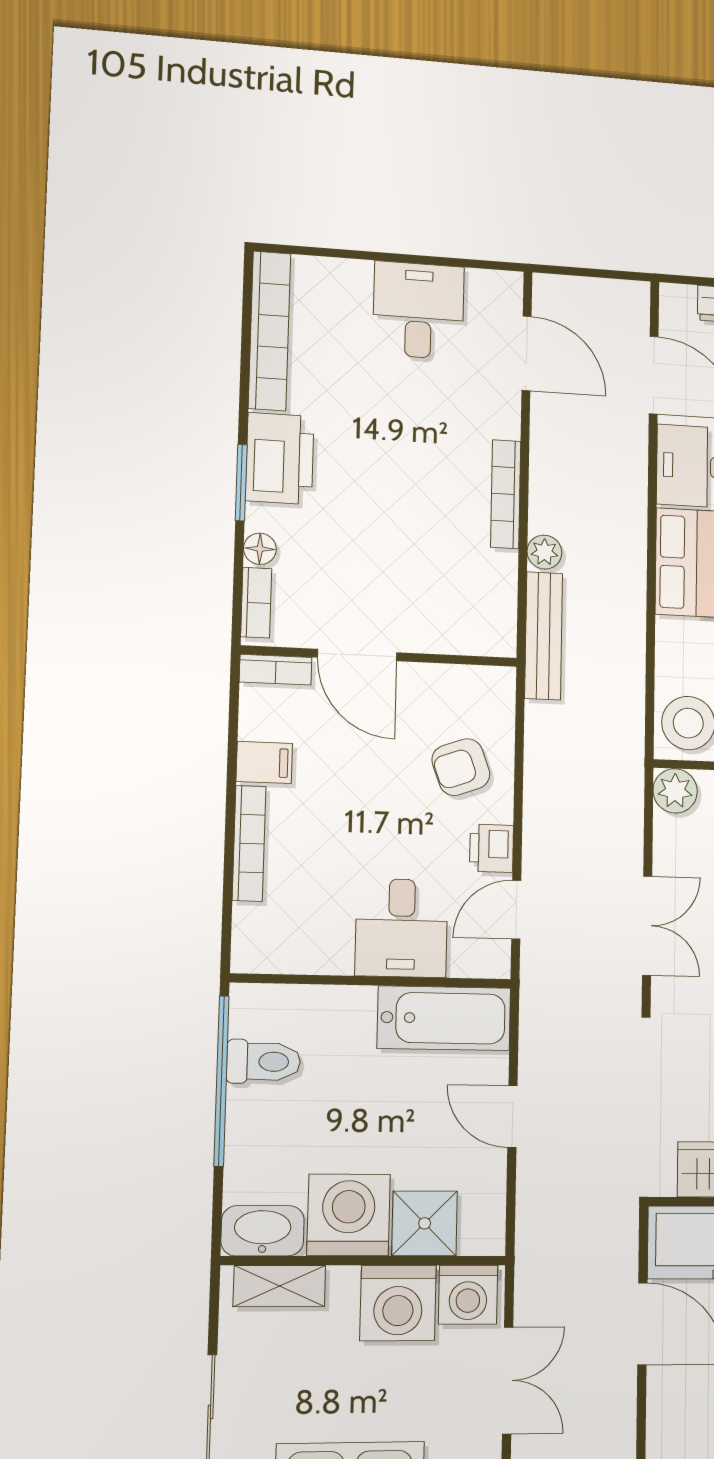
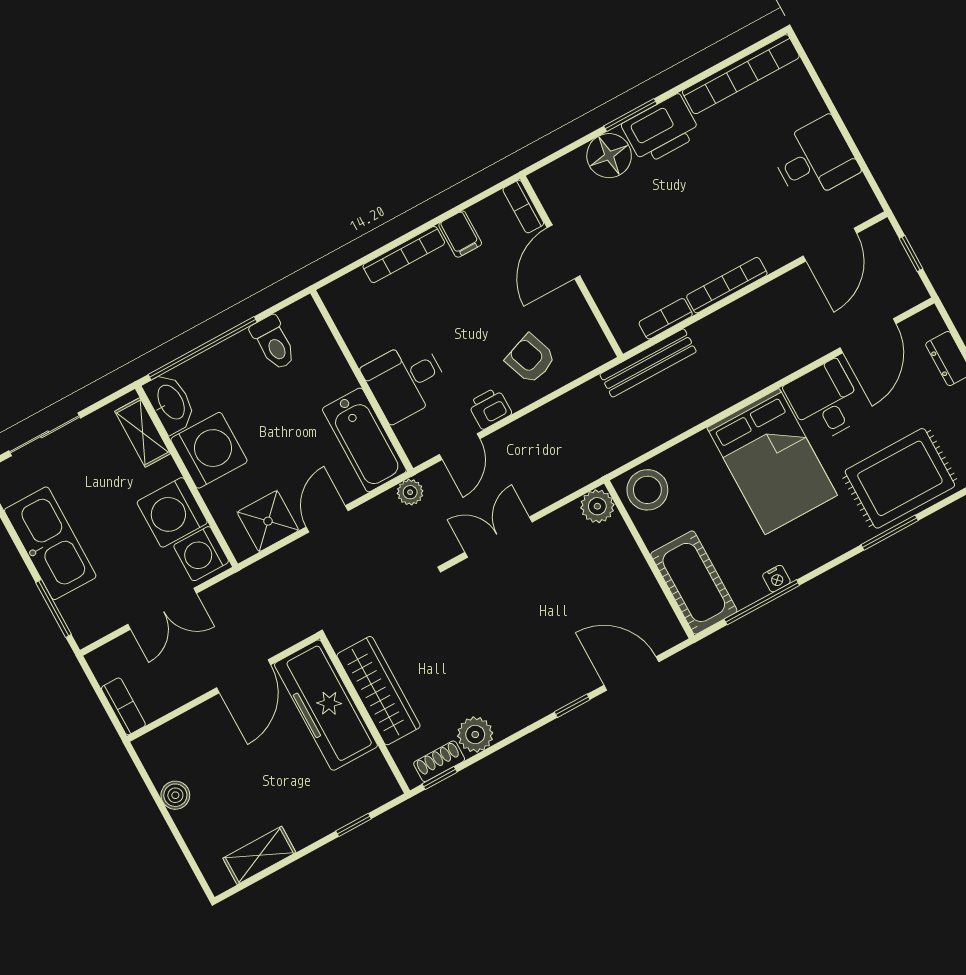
window: (589, 273) -> (911, 254), added
floor lamp: (260, 549) -> (609, 156), width x1.89, depth x1.89
plant: (544, 552) -> (410, 492), moved
bookcase: (256, 603) -> (666, 319), moved, turned 180
door: (516, 910) -> (460, 447), swing flipped
double door: (647, 926) -> (499, 537), swing flipped
window: (221, 1081) -> (203, 348), moved
shower: (425, 1223) -> (268, 521), moved

